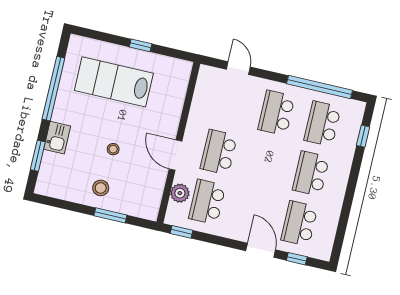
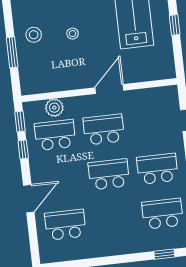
door: (176, 155) -> (109, 89), moved
school desk: (311, 174) -> (109, 174), moved
window: (297, 259) -> (23, 149), moved

